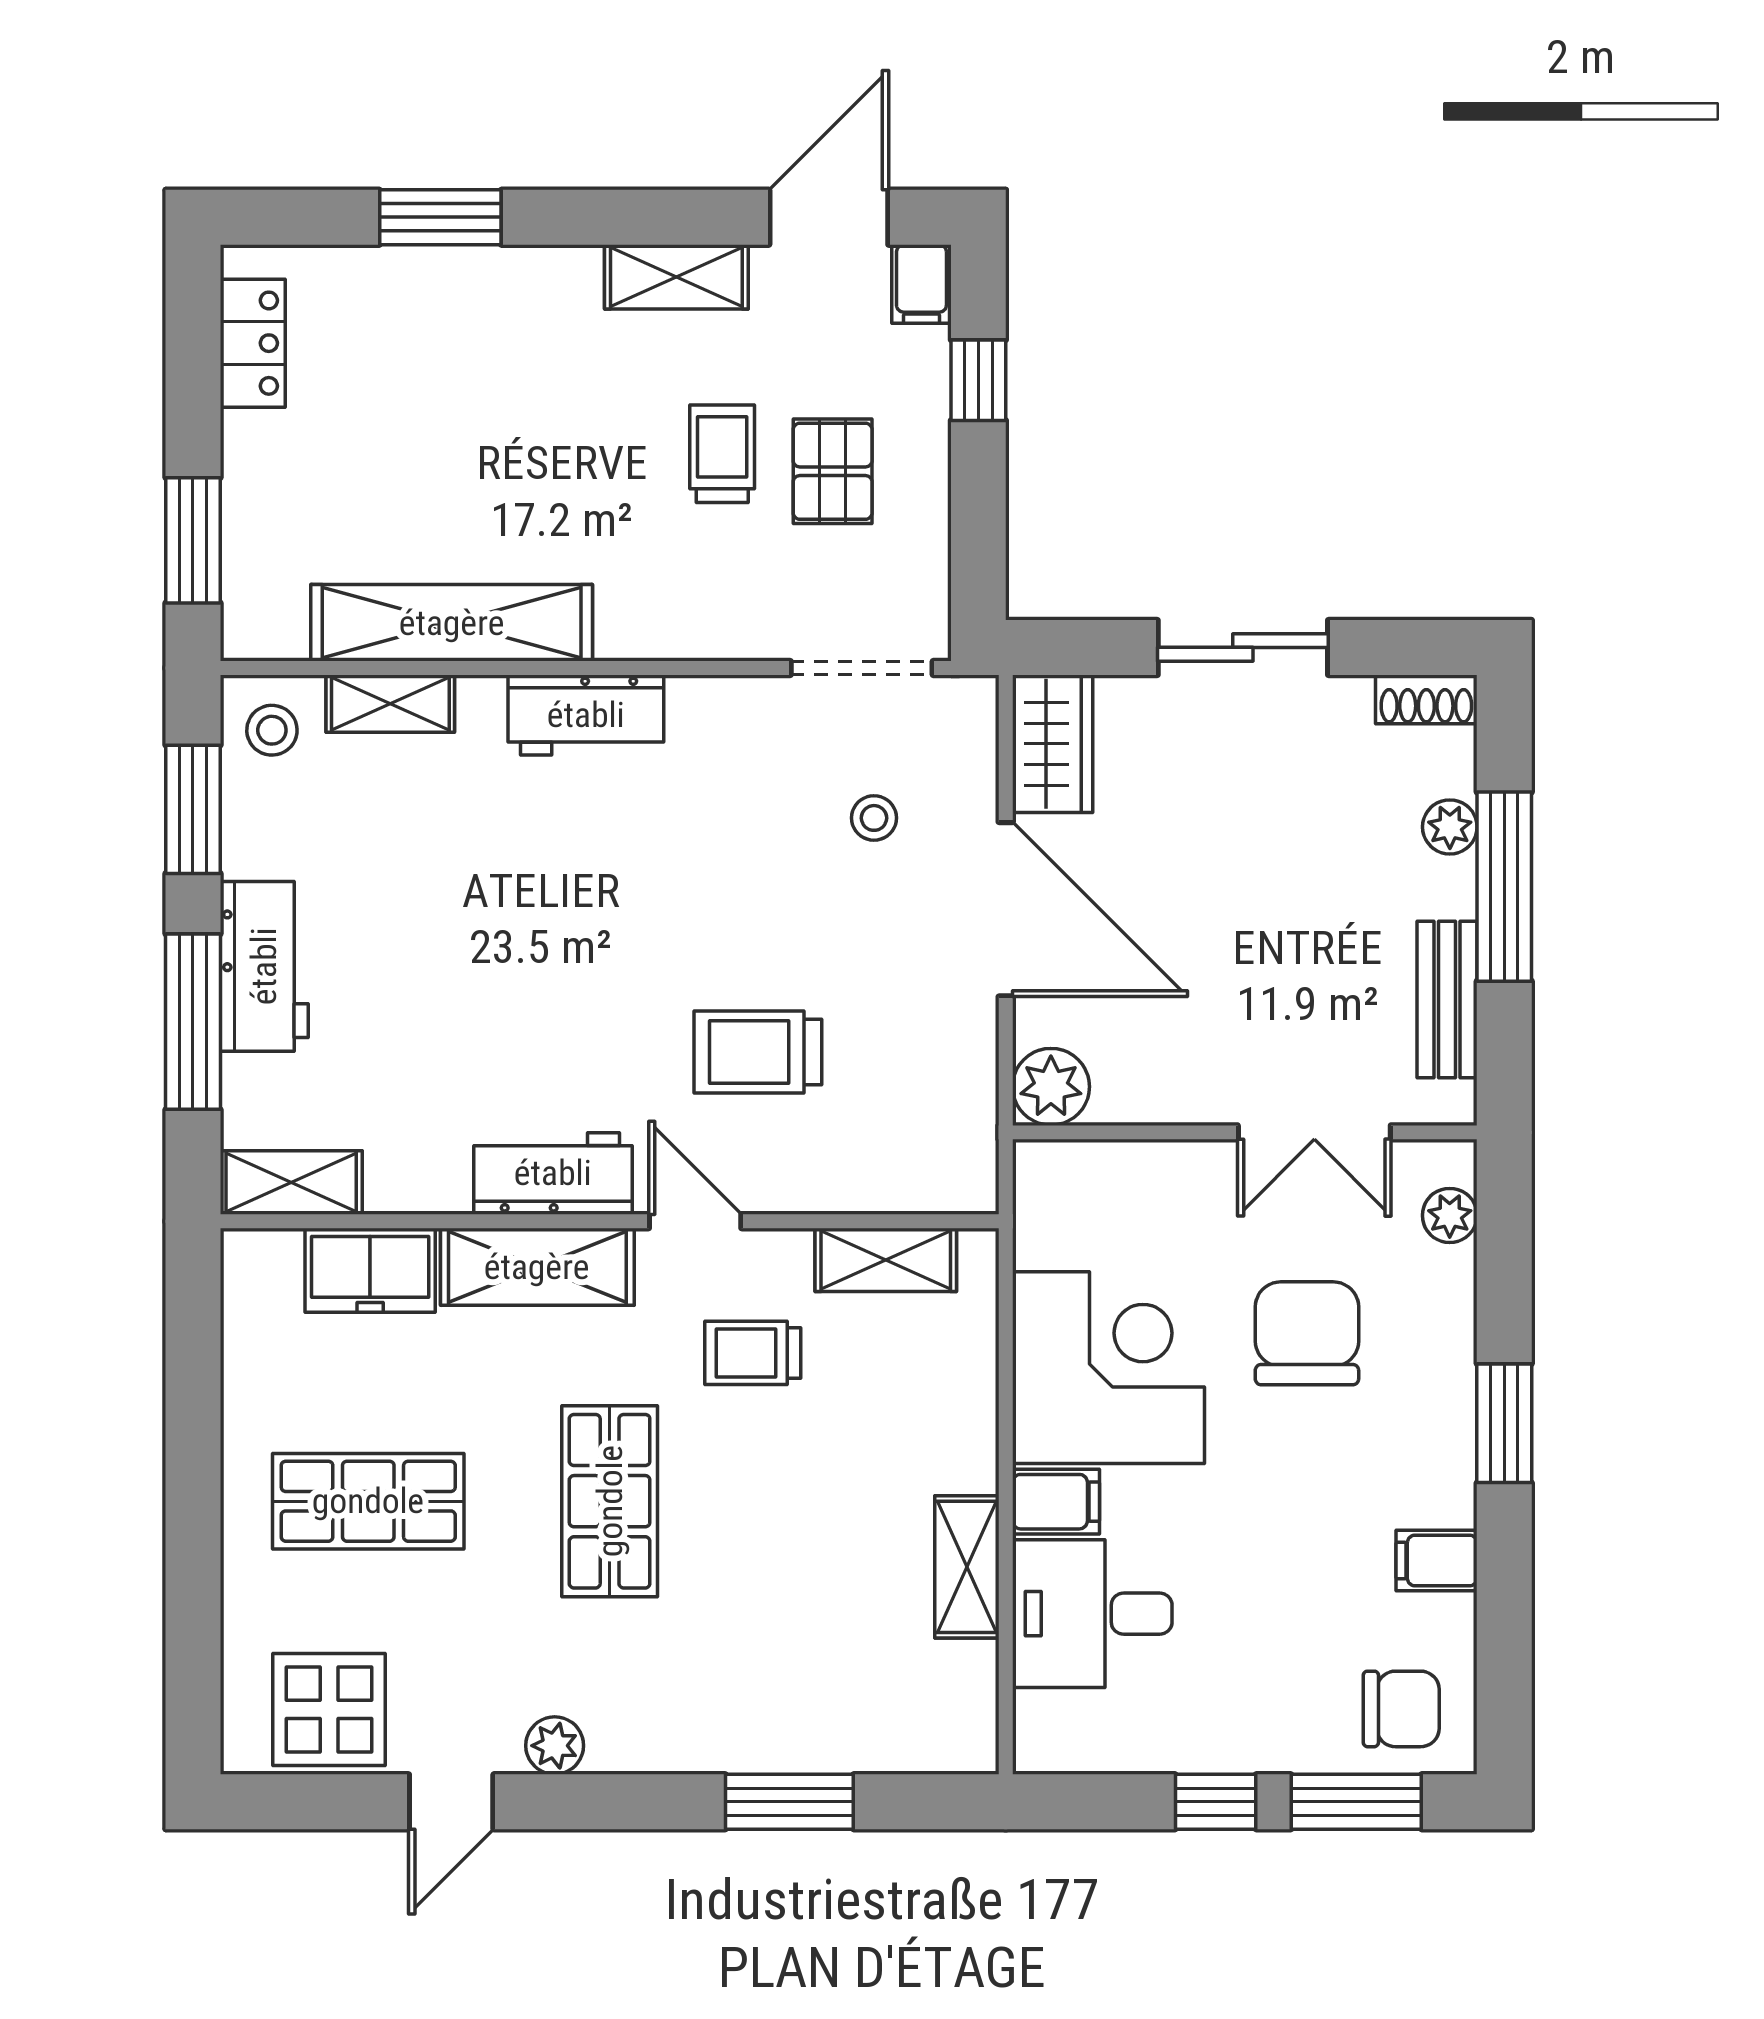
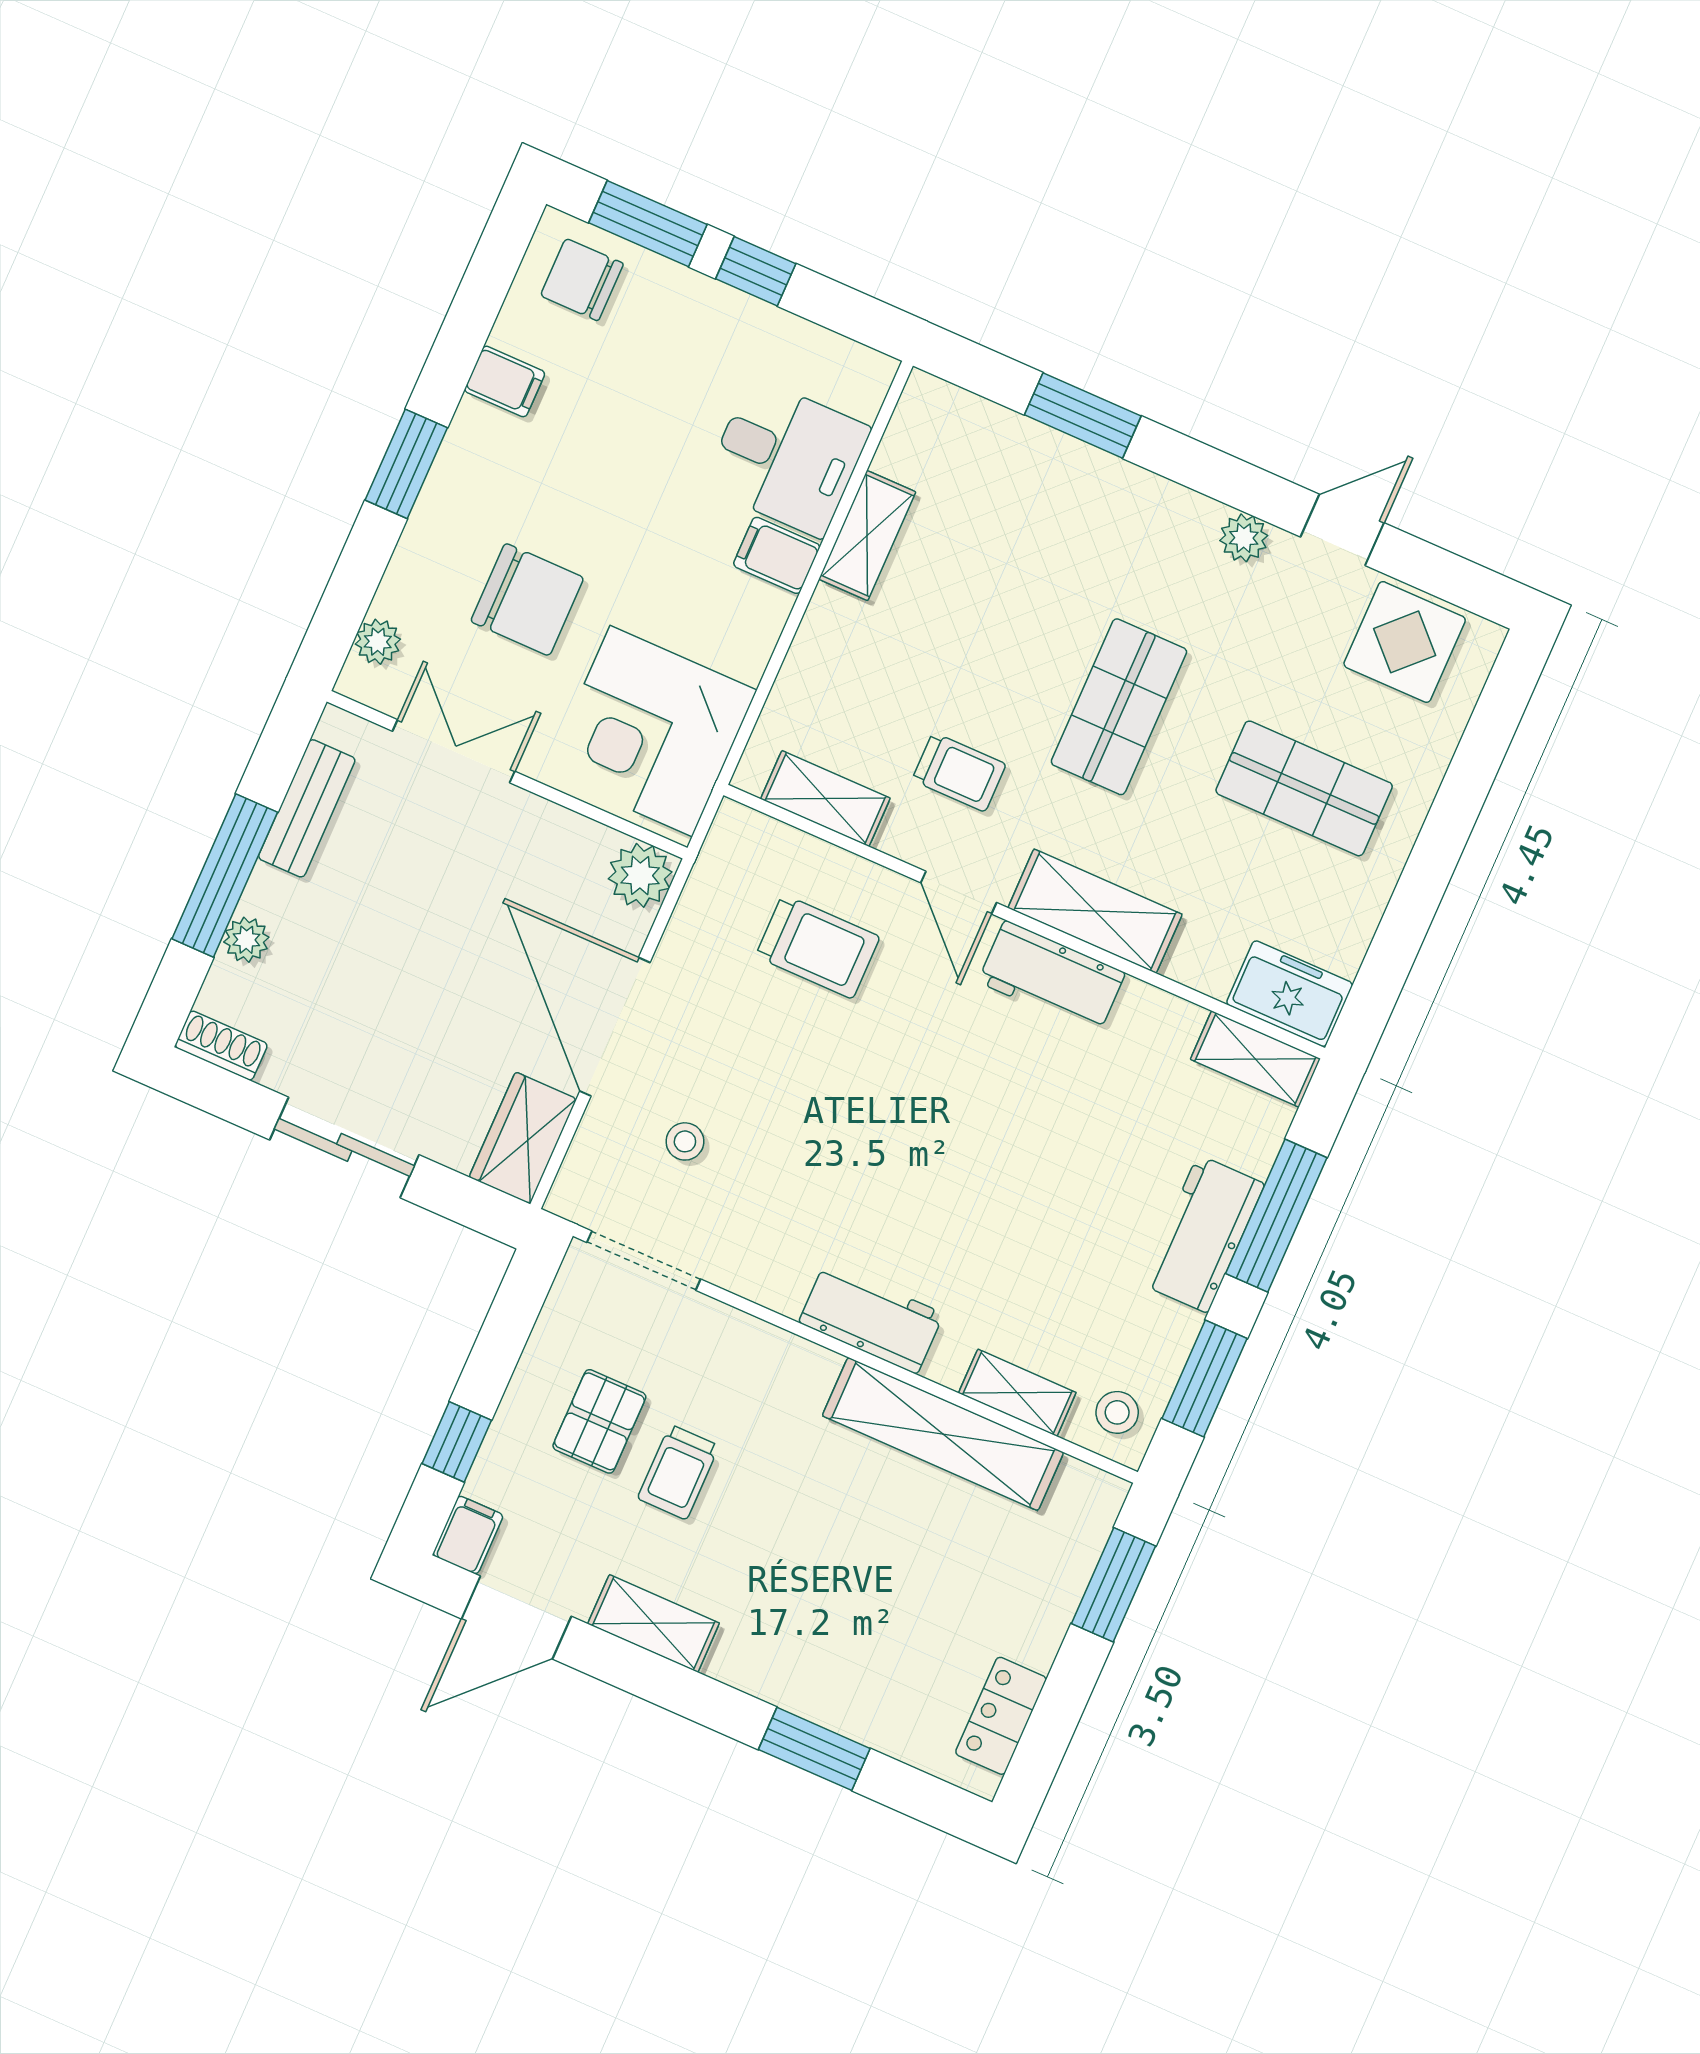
trolley: (758, 1052) -> (818, 947), moved
freezer: (370, 1270) -> (1290, 994), moved
chair: (1307, 1333) -> (527, 600), turned -90
corner desk: (1108, 1368) -> (651, 731), moved

